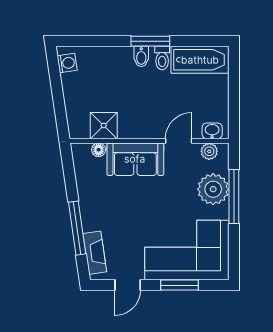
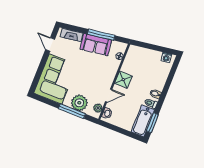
window: (150, 41) -> (152, 123), moved
shower: (104, 126) -> (123, 80), moved
door: (179, 141) -> (109, 96), hinge flipped
sofa: (135, 159) -> (96, 45), moved, turned -98
window: (77, 228) -> (101, 35), moved
window: (180, 285) -> (40, 69), removed

